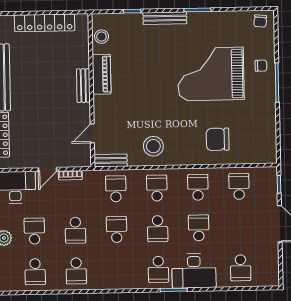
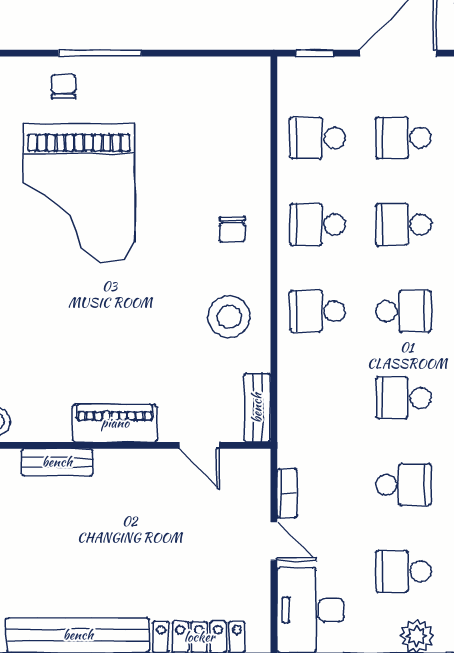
piano: (102, 74) -> (115, 423), moved
bench: (83, 86) -> (57, 462), moved
chair: (218, 139) -> (232, 229), moved, width x0.54, depth x0.54
school desk: (116, 189) -> (403, 138), moved

